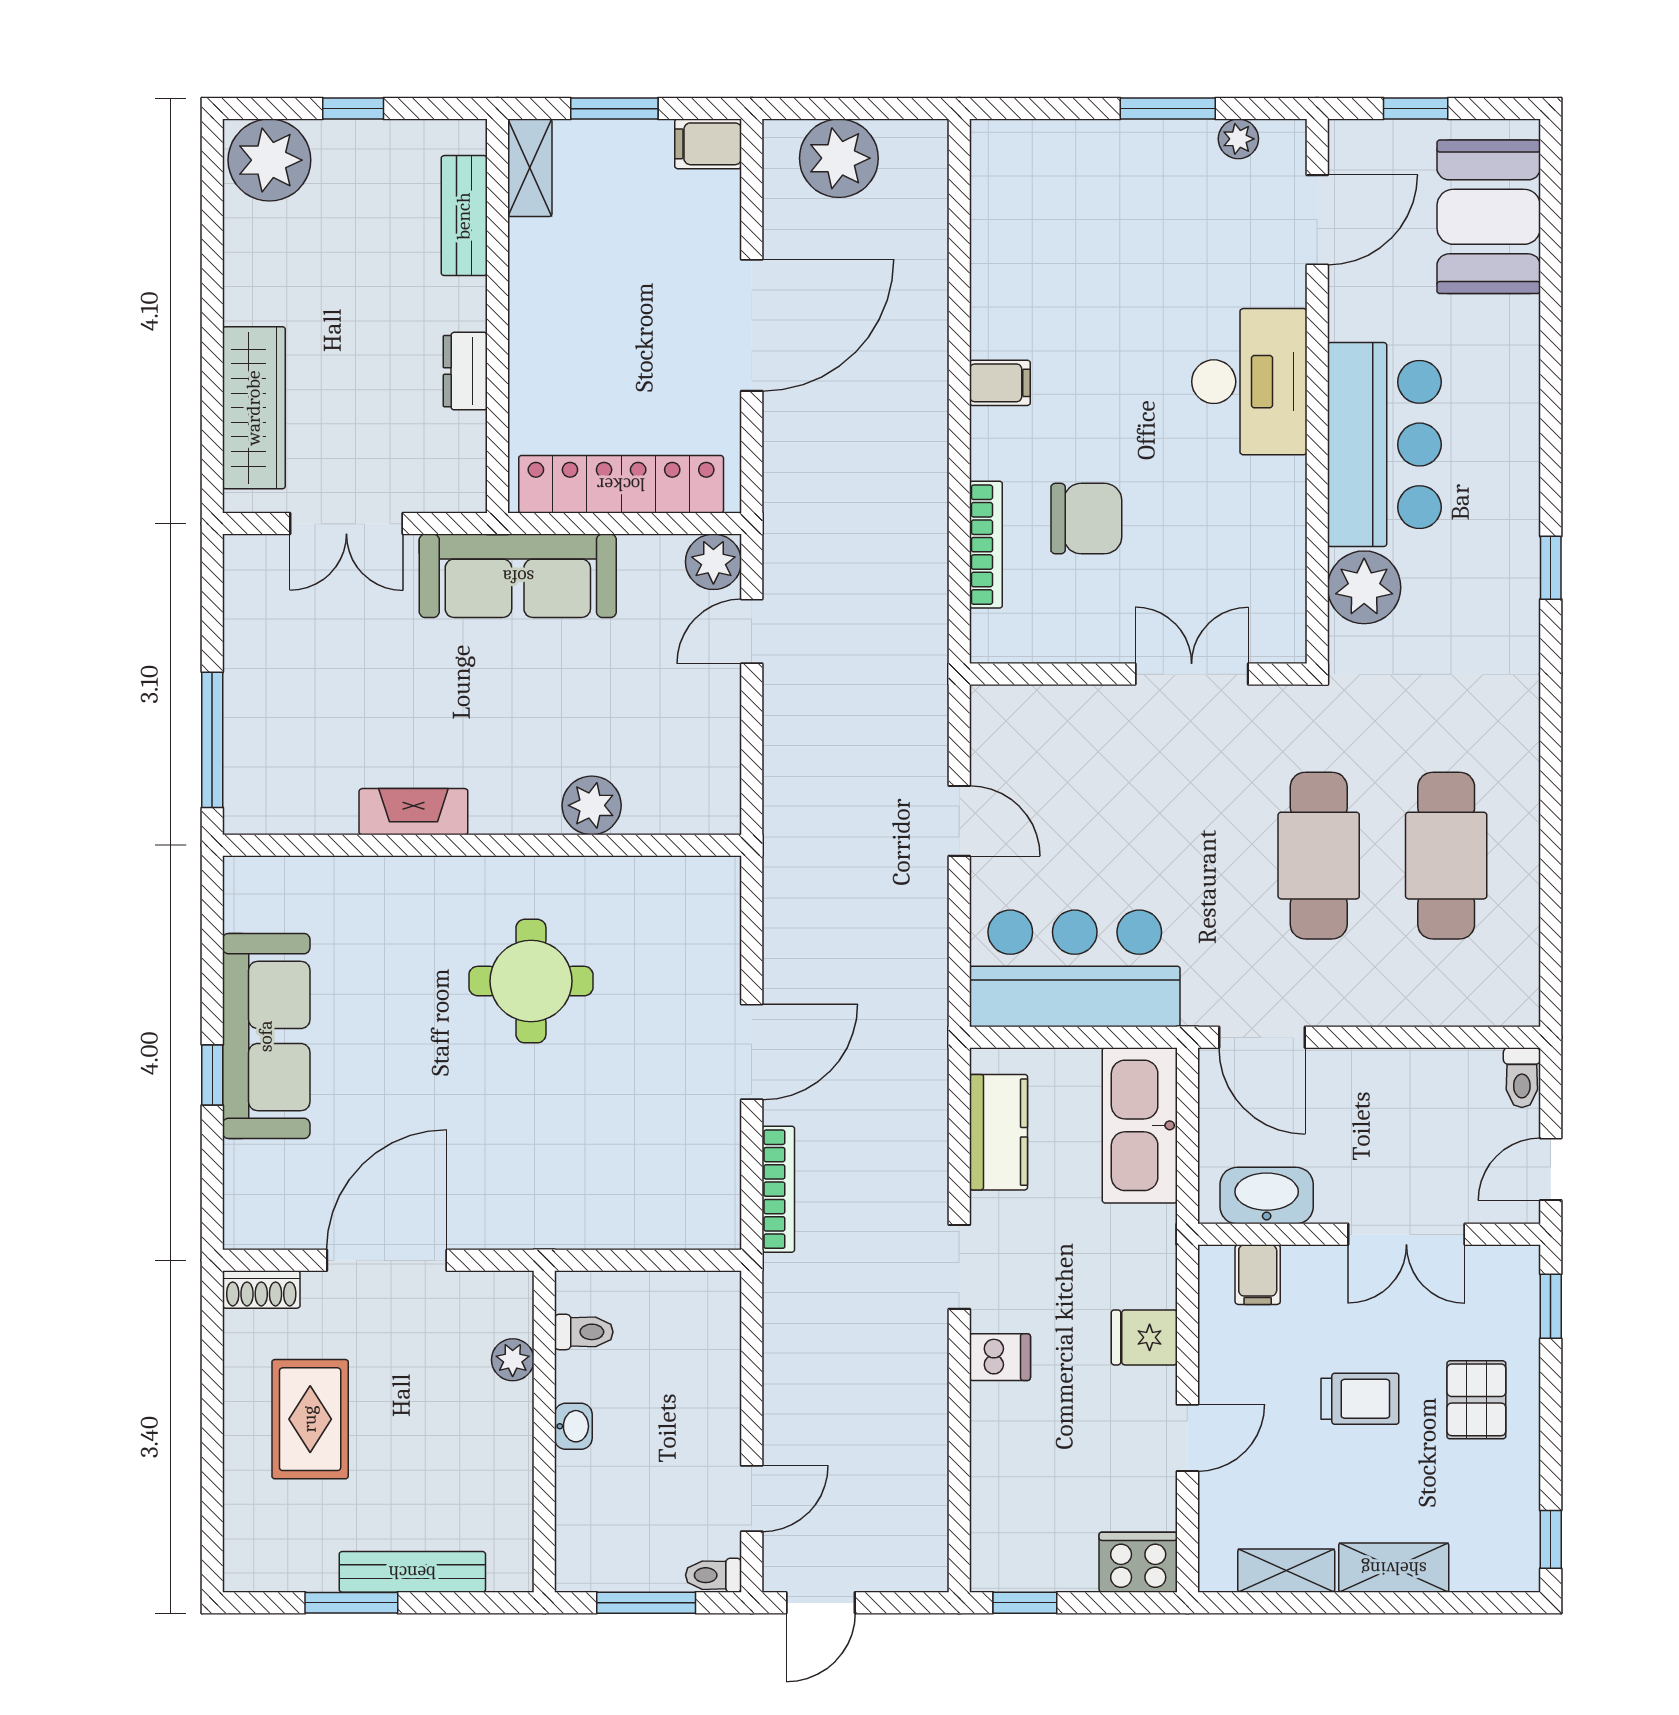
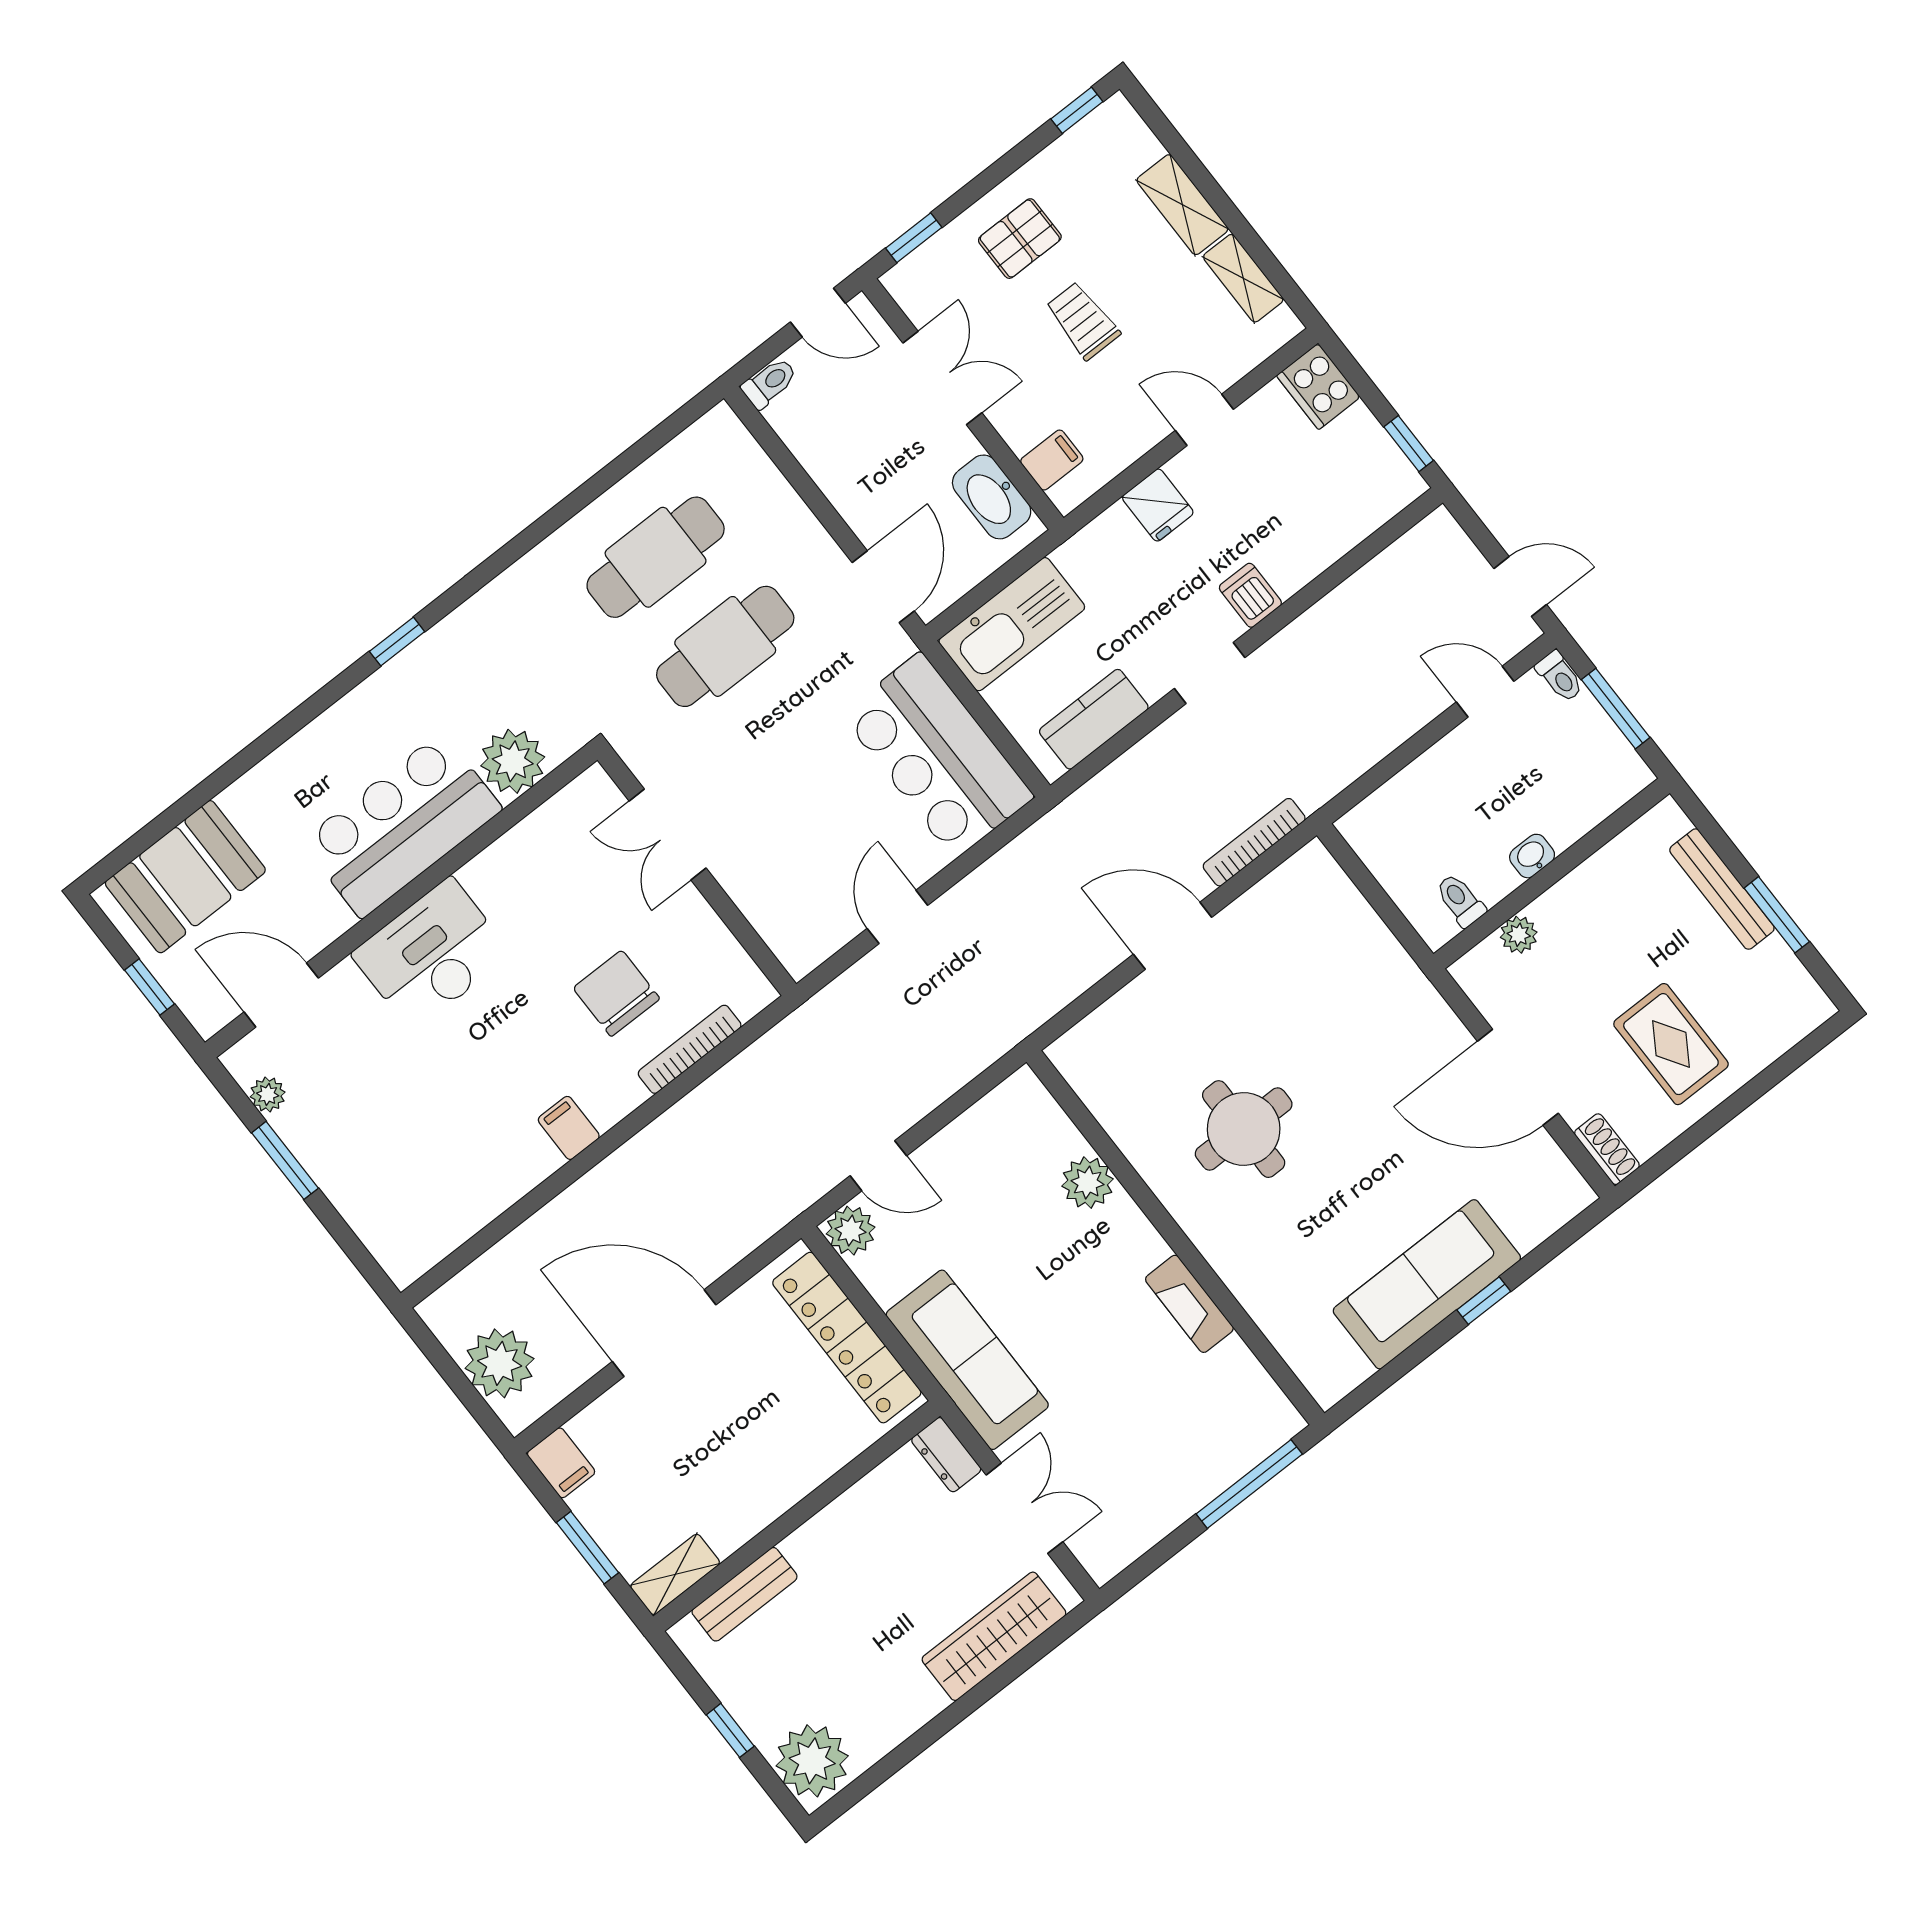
dresser: (465, 371) -> (946, 1455), moved, turned 90
rug: (310, 1419) -> (1671, 1044), turned 90

